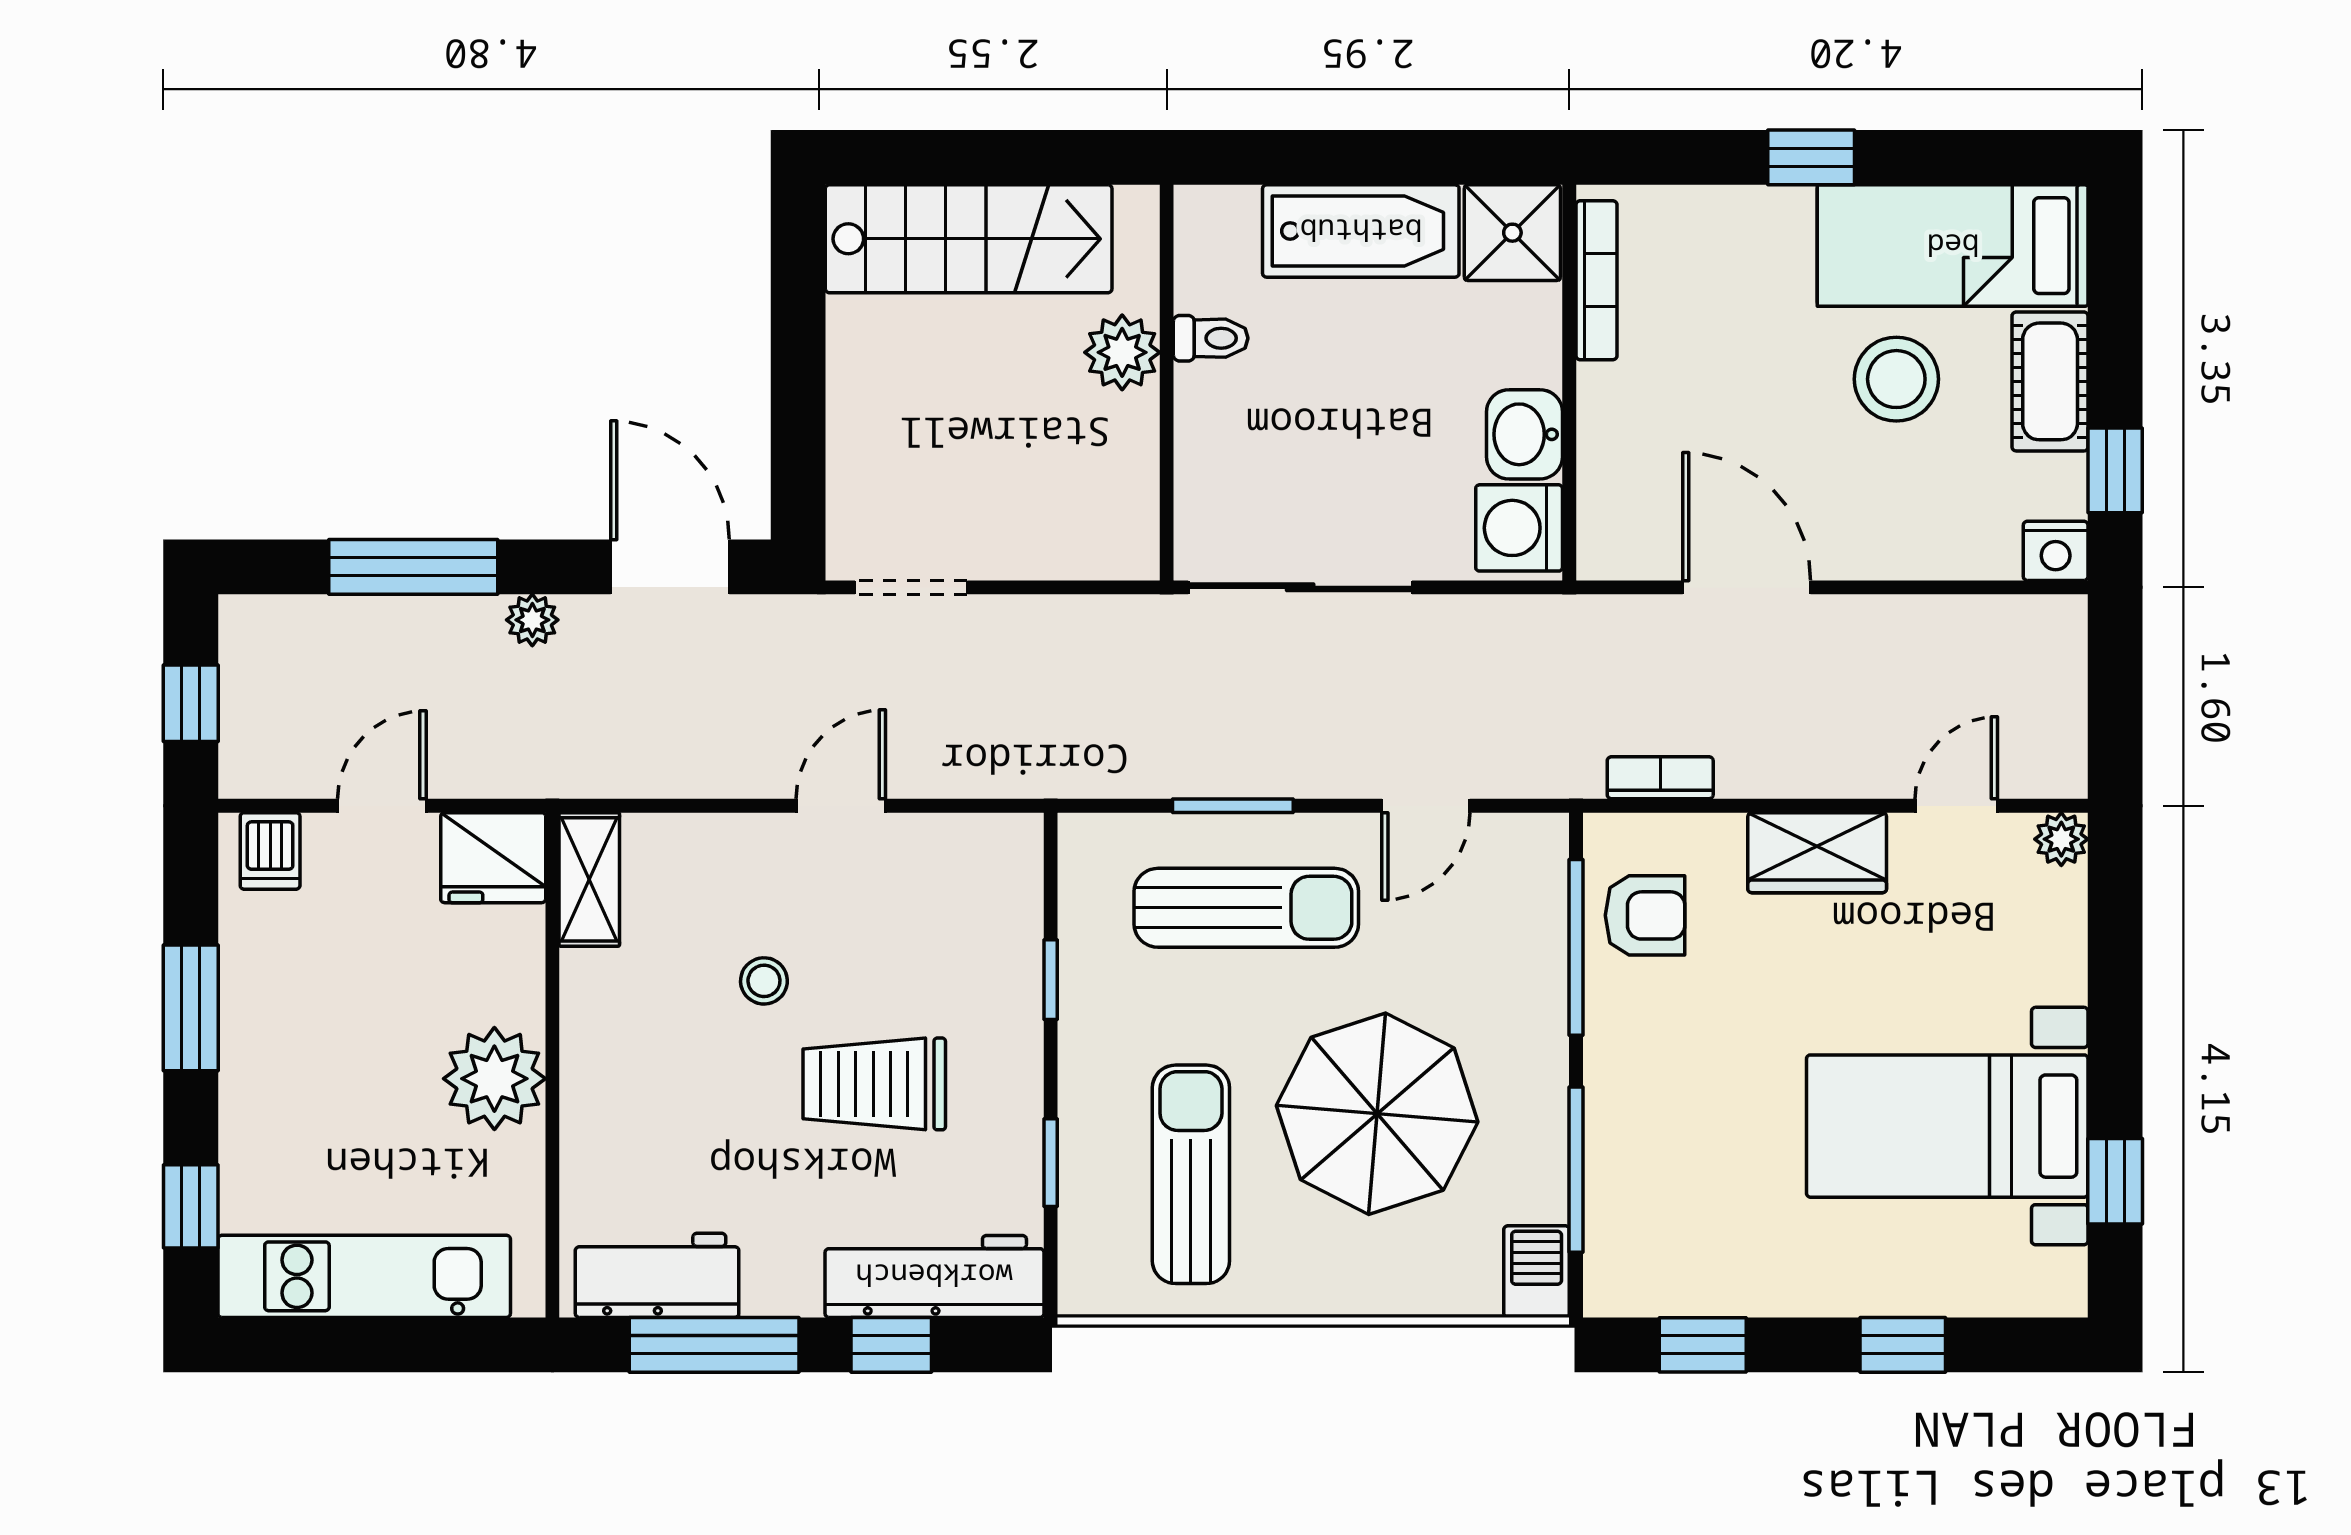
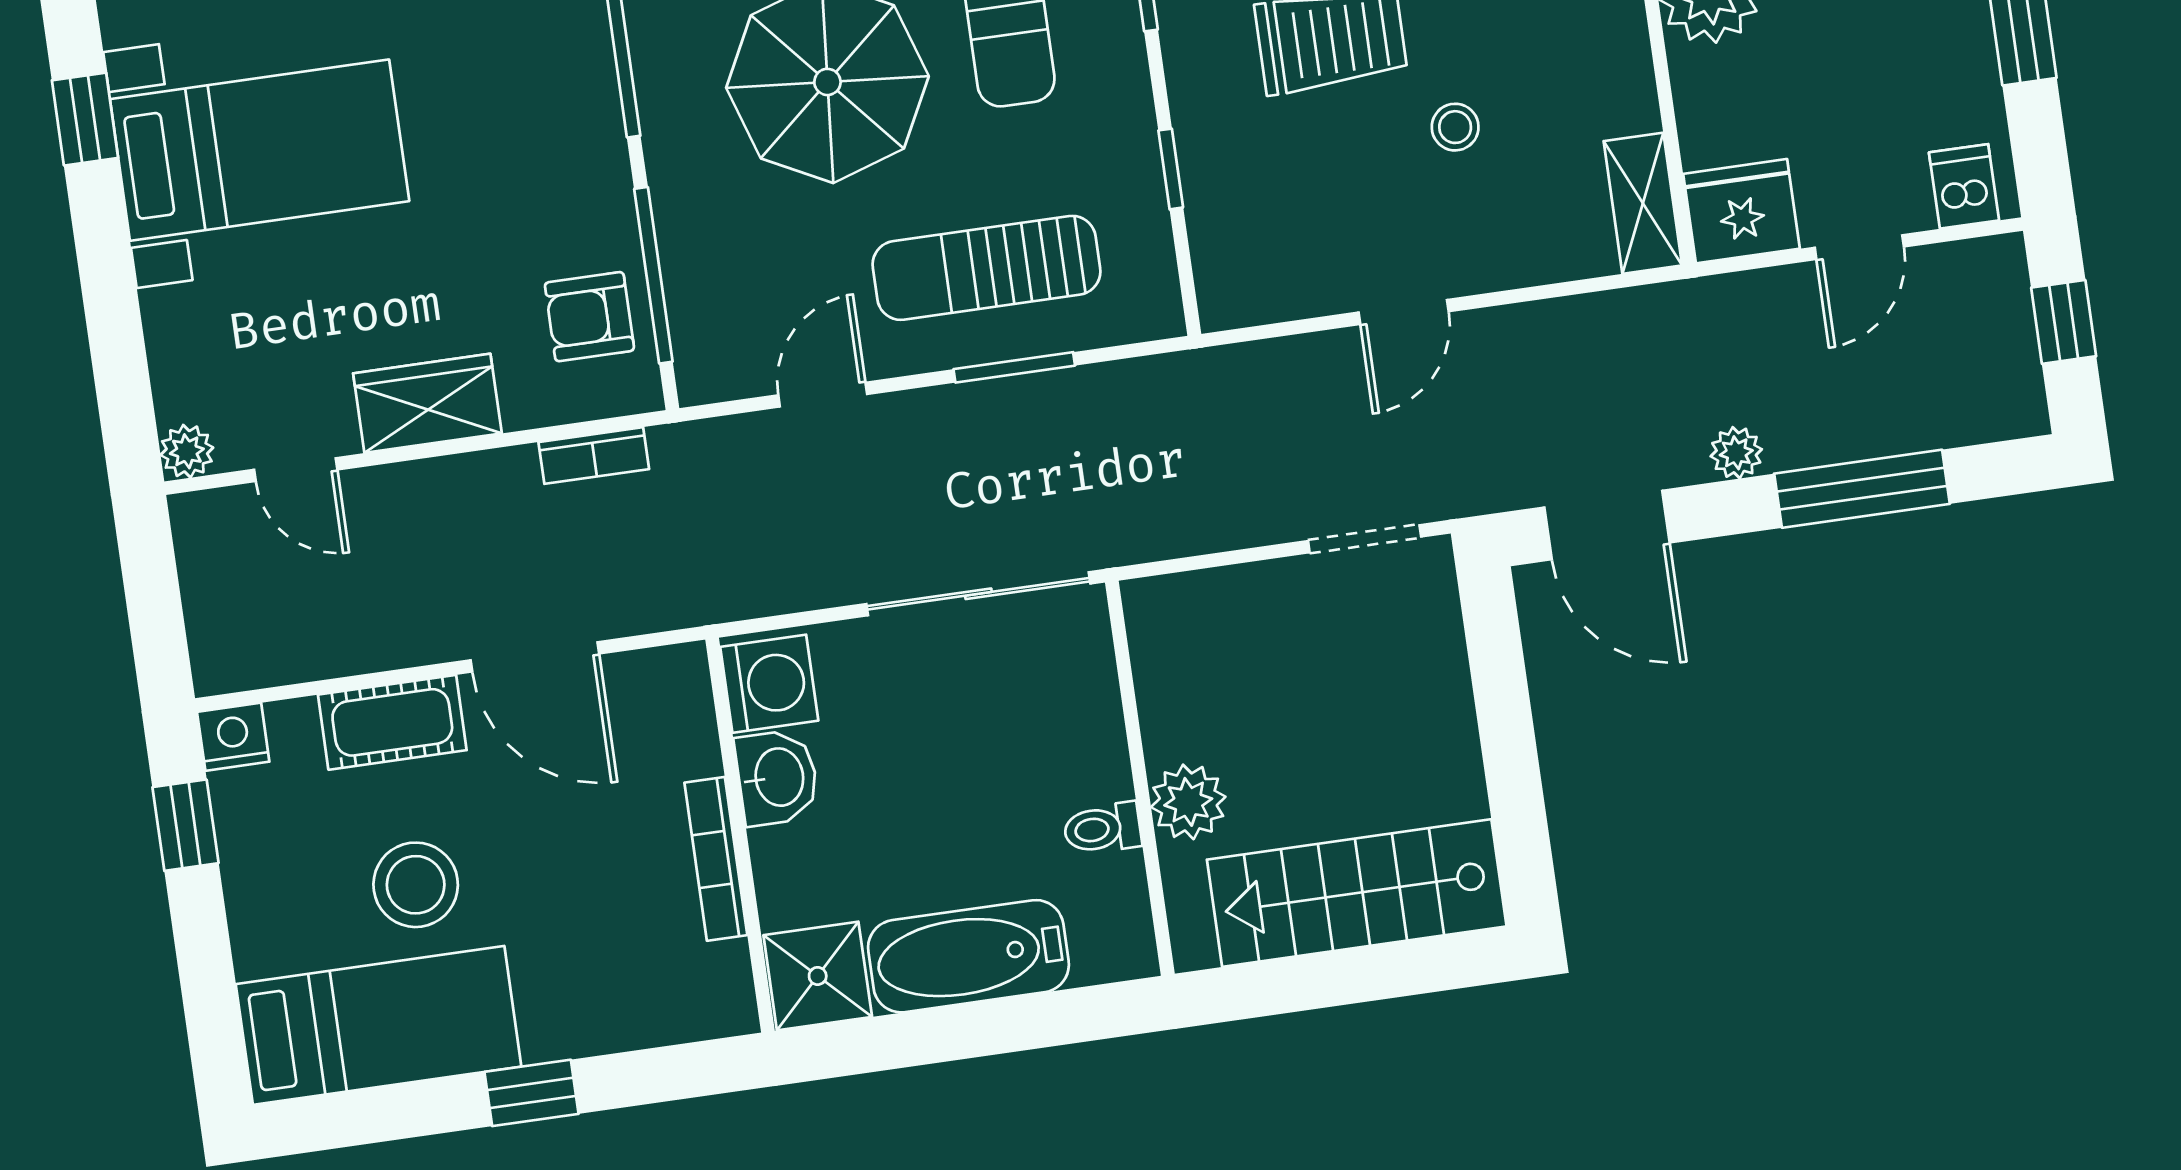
bookcase: (1596, 280) -> (716, 859), moved
cot: (2050, 381) -> (392, 722), moved, turned 90
door: (1956, 806) -> (296, 470), hinge flipped

